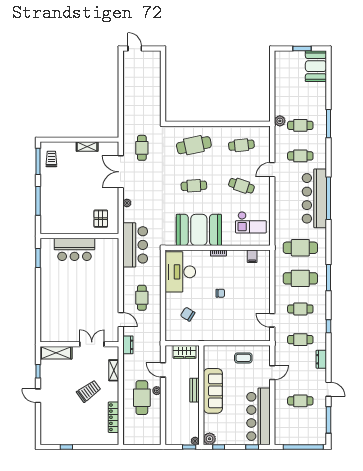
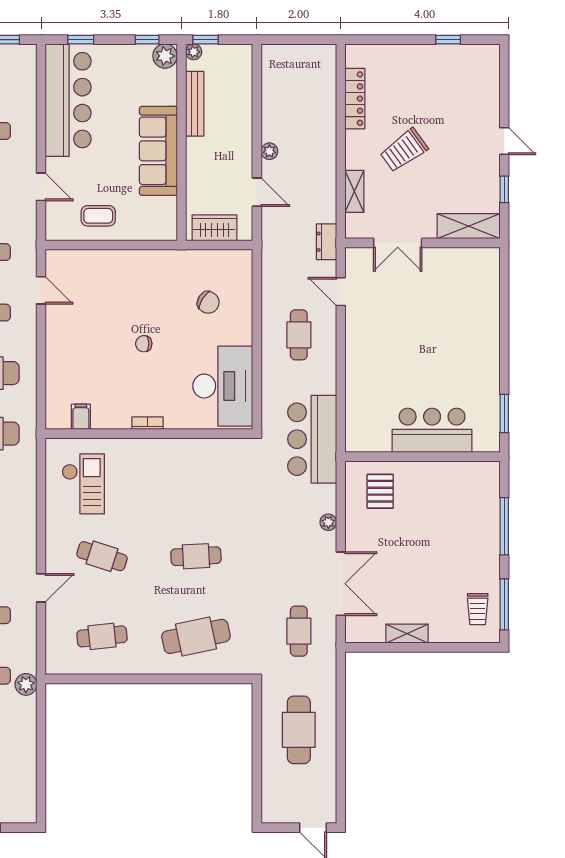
checkout: (251, 222) -> (83, 484), turned 90
booth: (199, 230) -> (186, 469), removed
door: (272, 373) -> (41, 187), swing flipped
bench: (195, 390) -> (195, 104), moved, width x1.36
cafe table: (142, 398) -> (299, 730), moved

